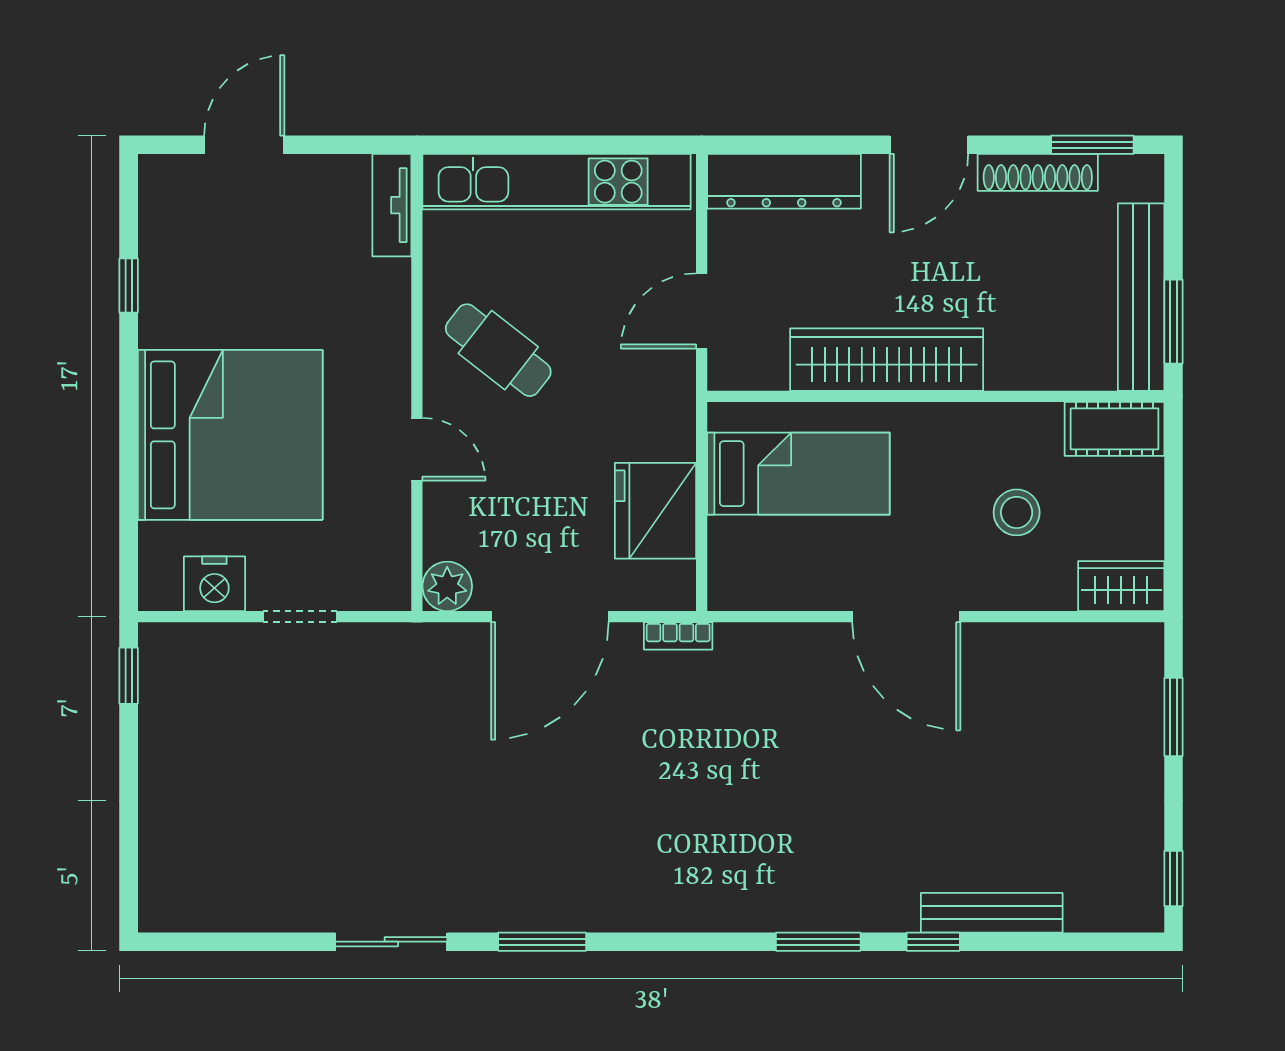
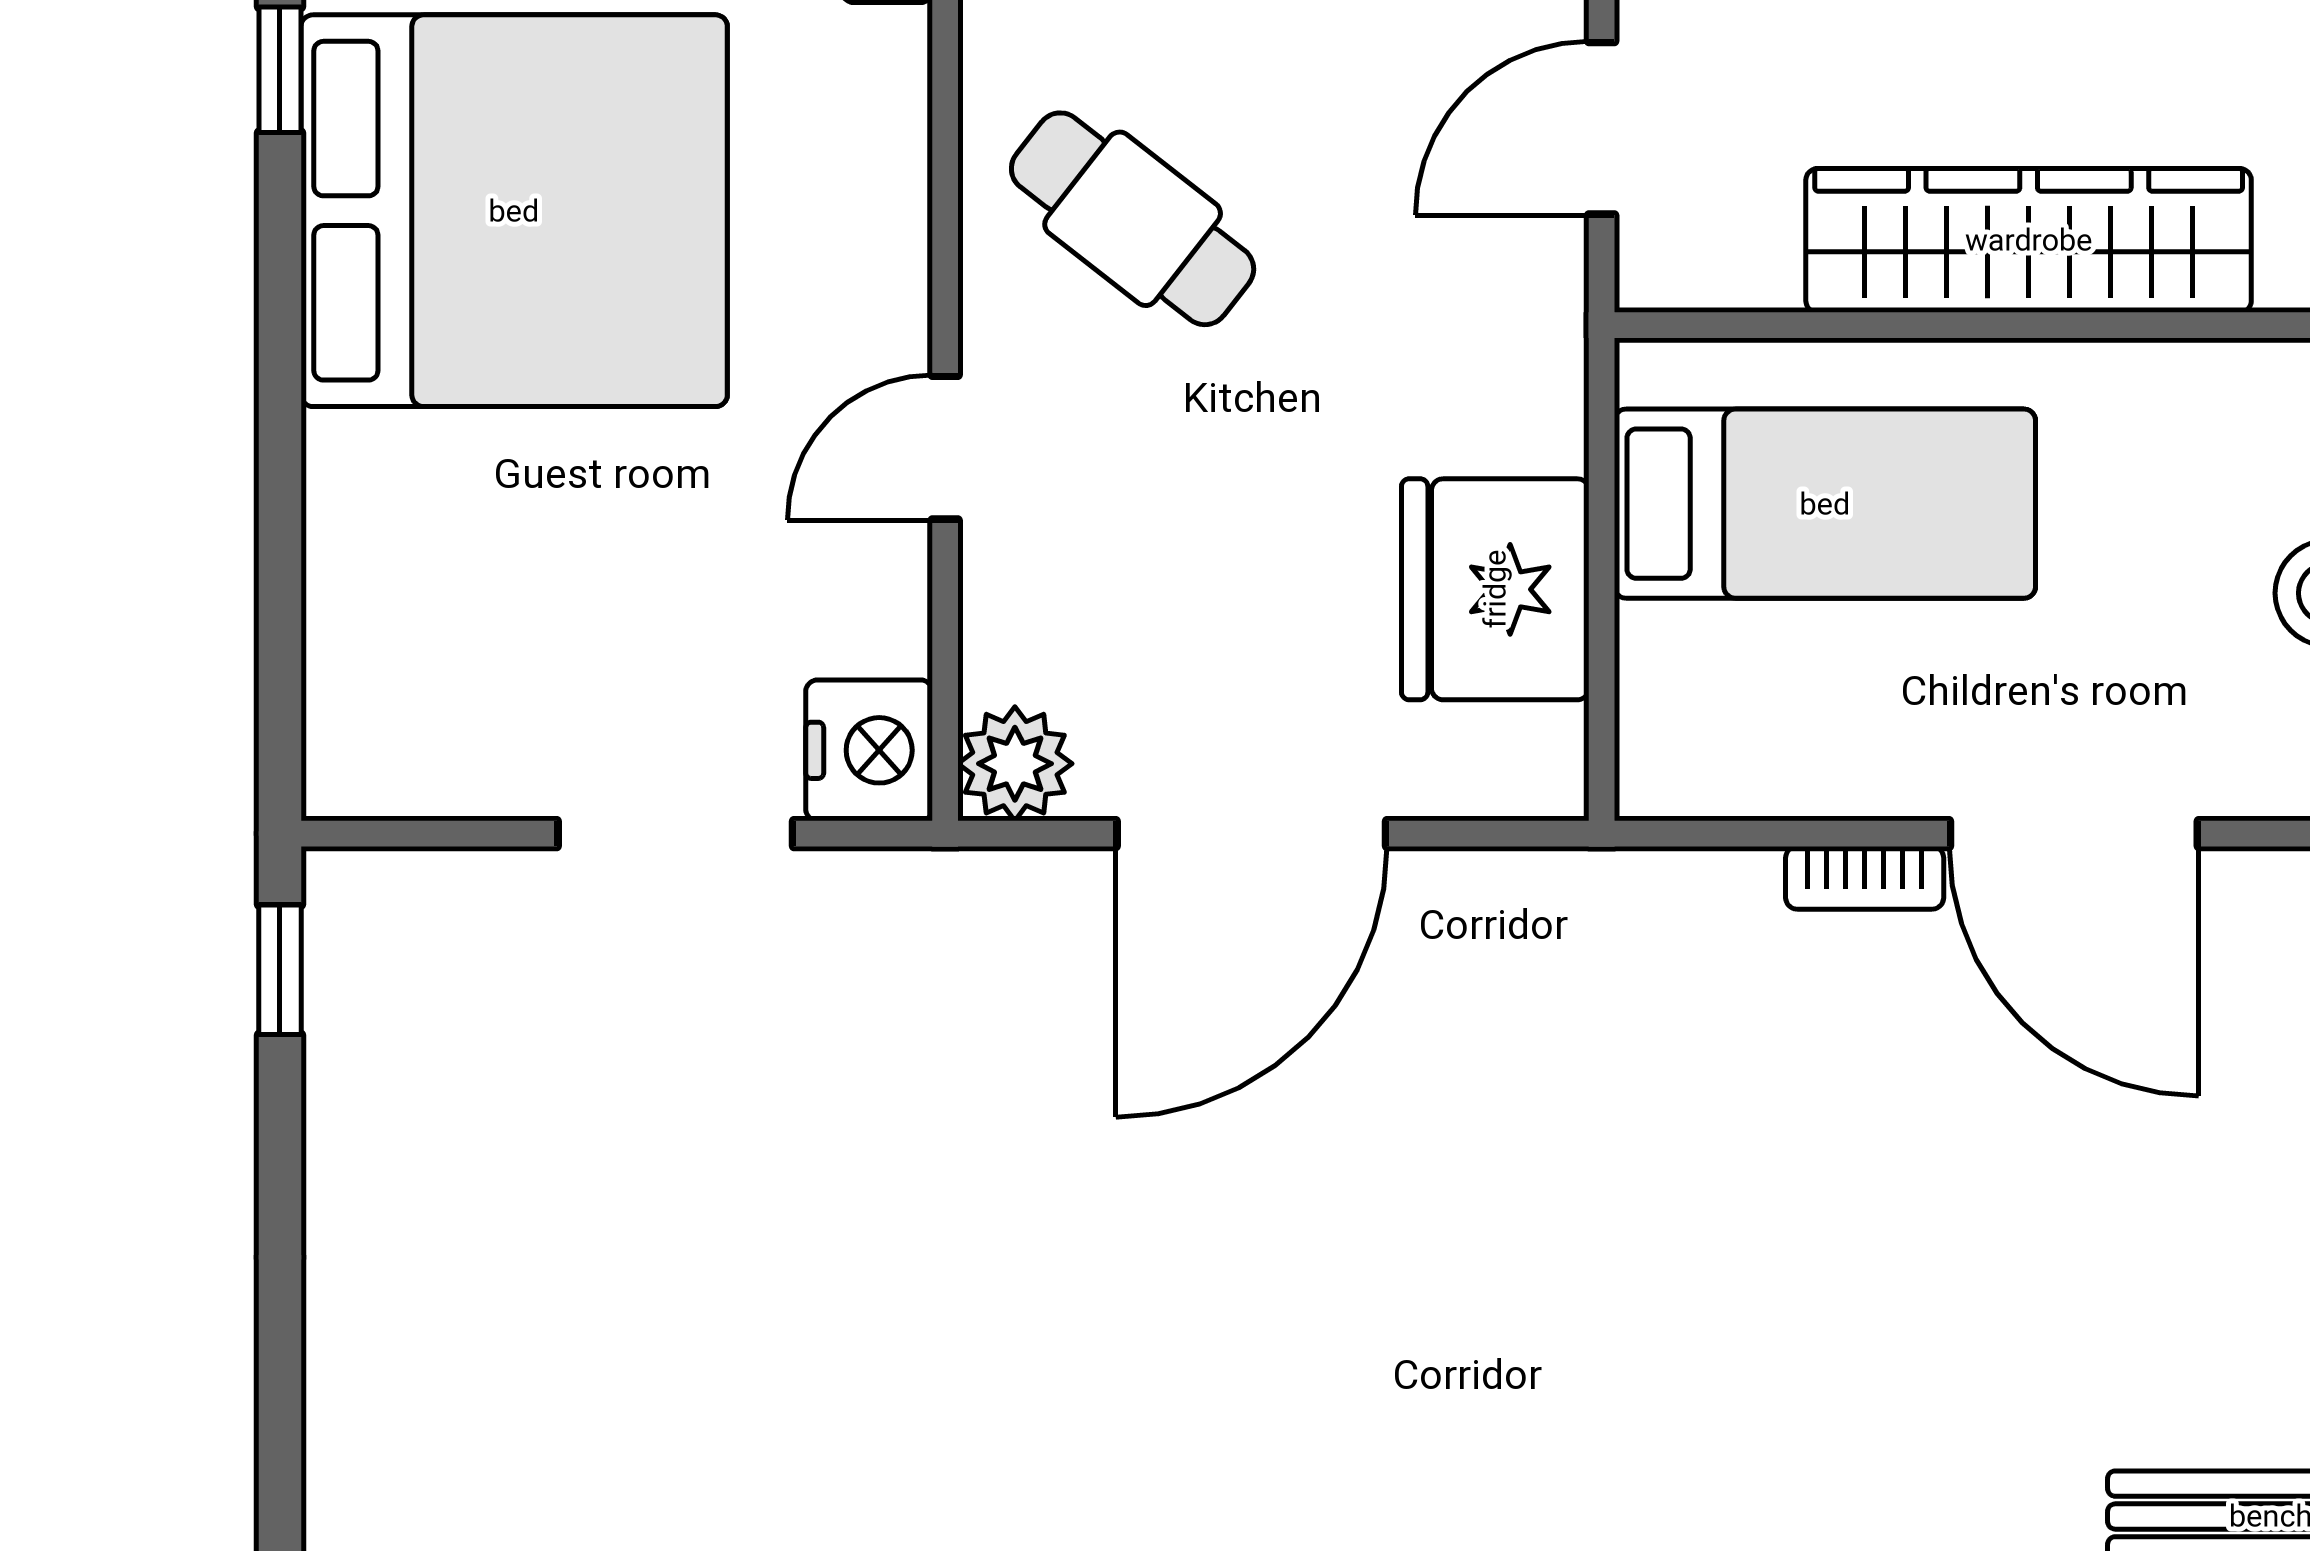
bed: (230, 435) -> (514, 211), moved
door: (417, 449) -> (945, 448), swing flipped
nightstand: (214, 584) -> (869, 750), moved, turned -90
doorway: (300, 617) -> (675, 834), width x1.38
bookcase: (678, 636) -> (1865, 878), moved

